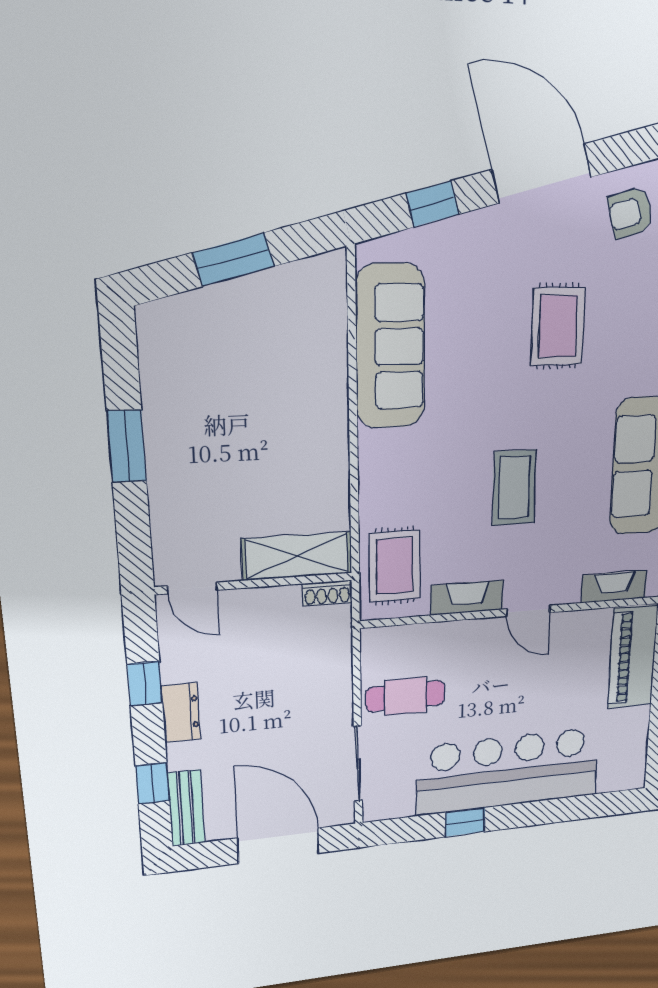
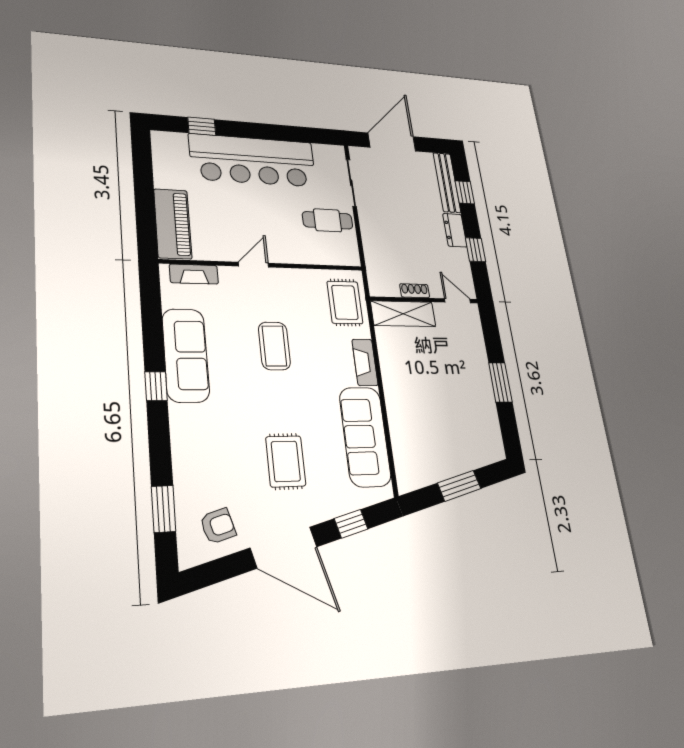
rug: (558, 326) -> (286, 461), moved
shoe rack: (327, 593) -> (415, 291), moved
fireplace: (467, 598) -> (365, 362), moved, turned 90
door: (529, 611) -> (253, 265), hinge flipped
bench: (186, 808) -> (447, 183), width x1.36
window: (465, 822) -> (202, 126), moved
door: (278, 846) -> (392, 142), swing flipped

